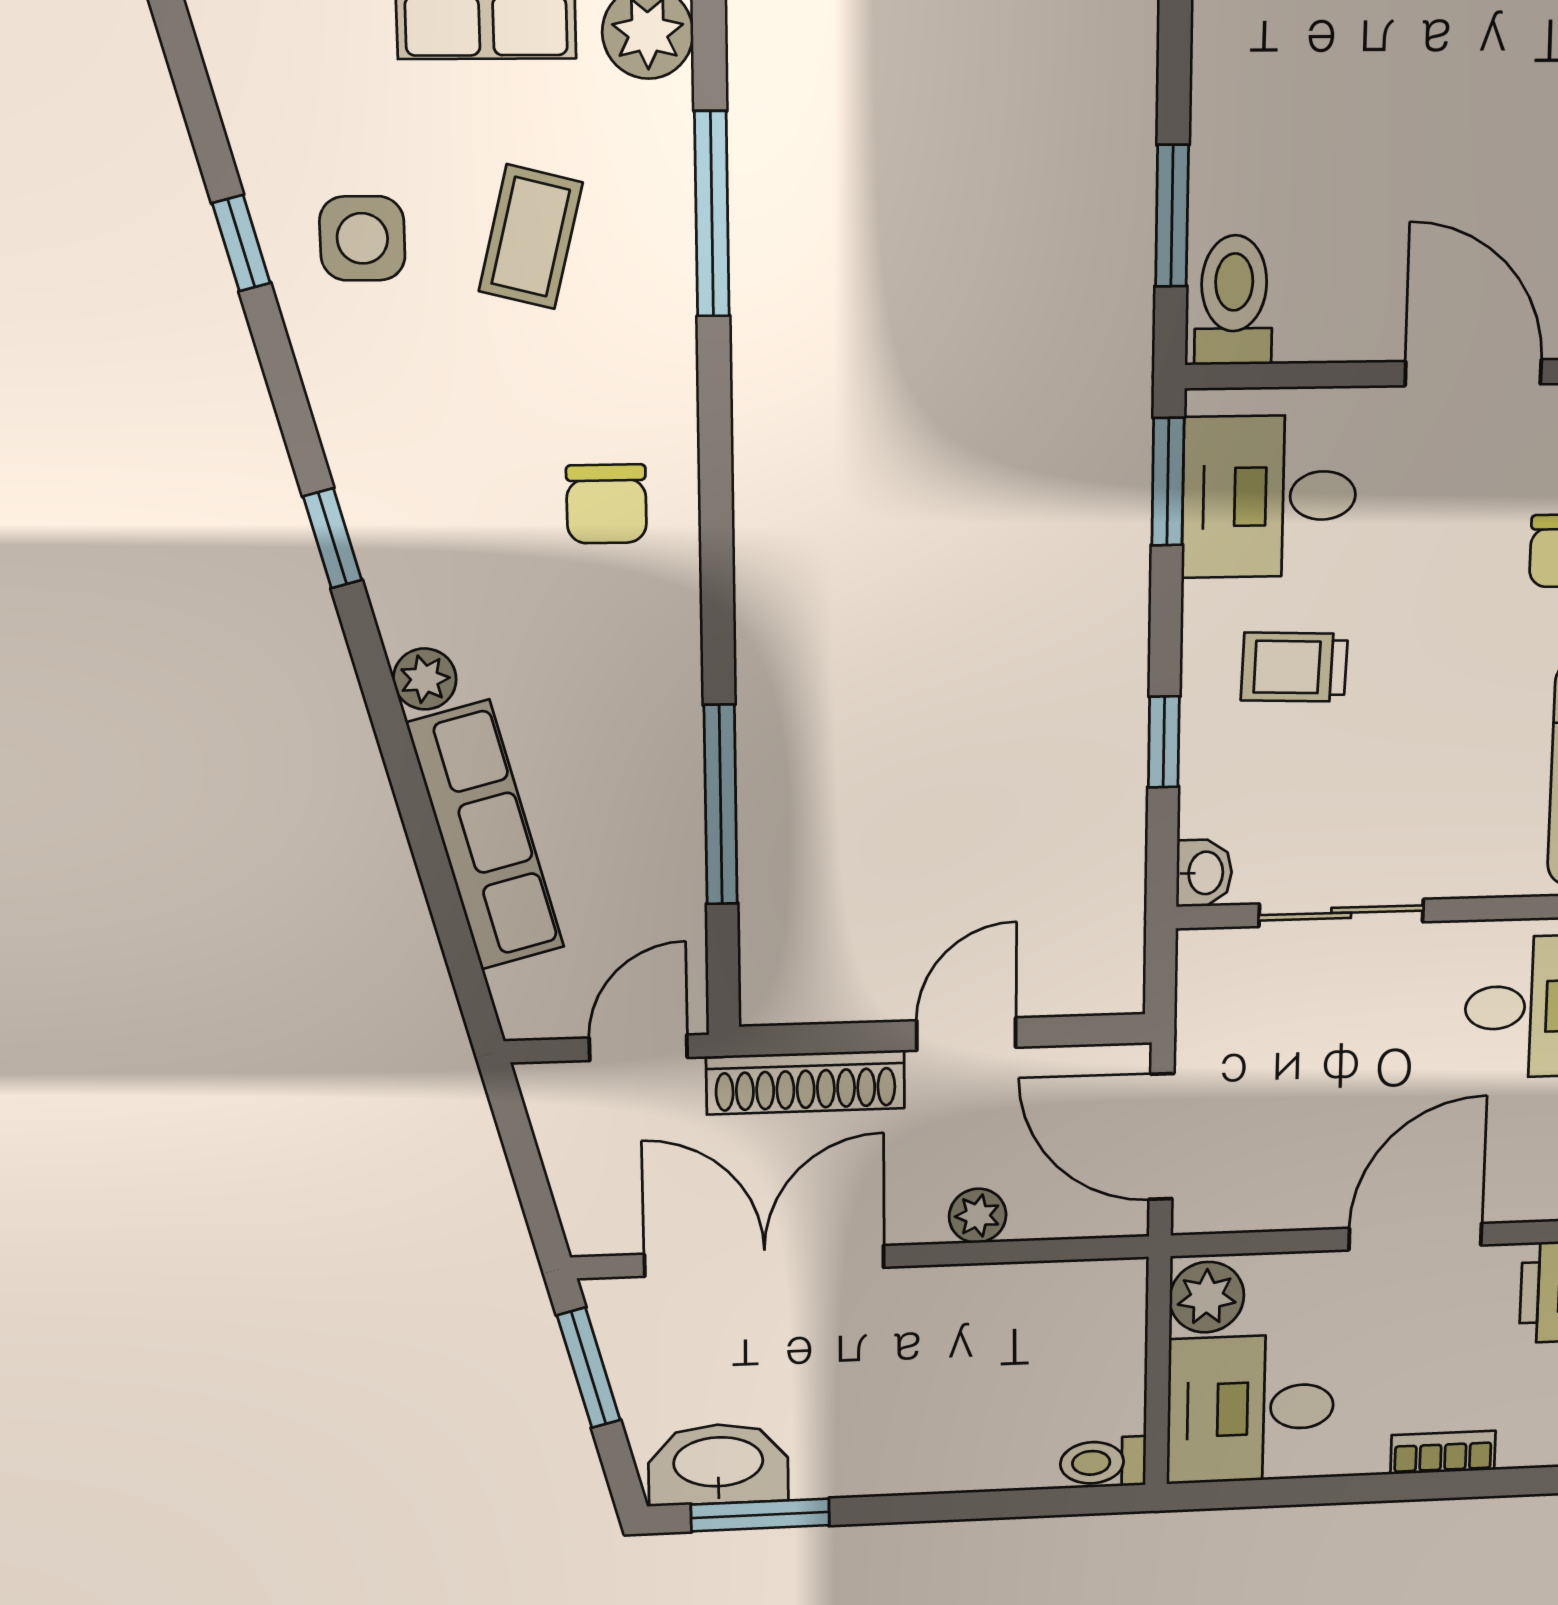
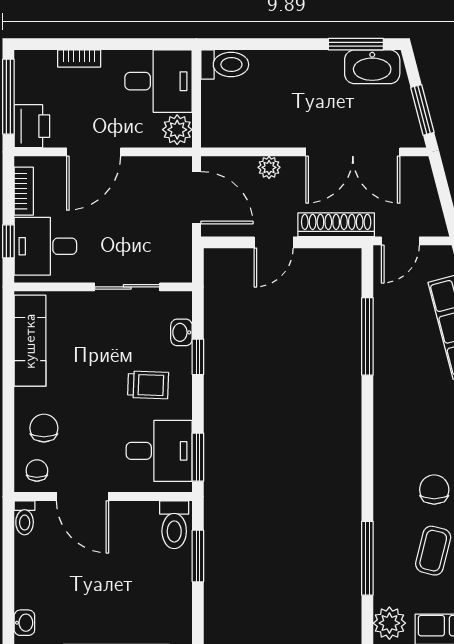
chair: (606, 504) -> (434, 490), moved
washbasin: (1204, 873) -> (181, 332), moved
toilet: (1103, 1462) -> (225, 65), width x1.37, depth x1.39

